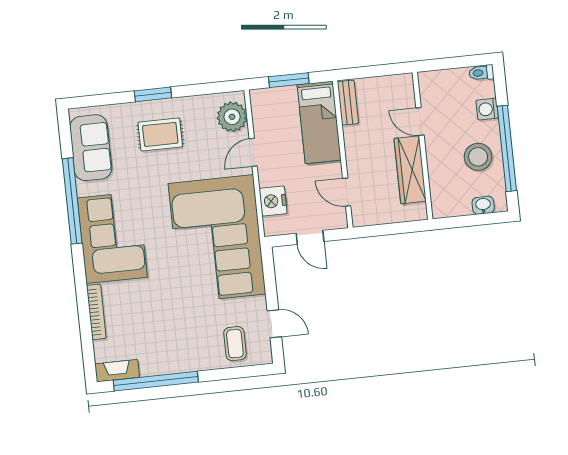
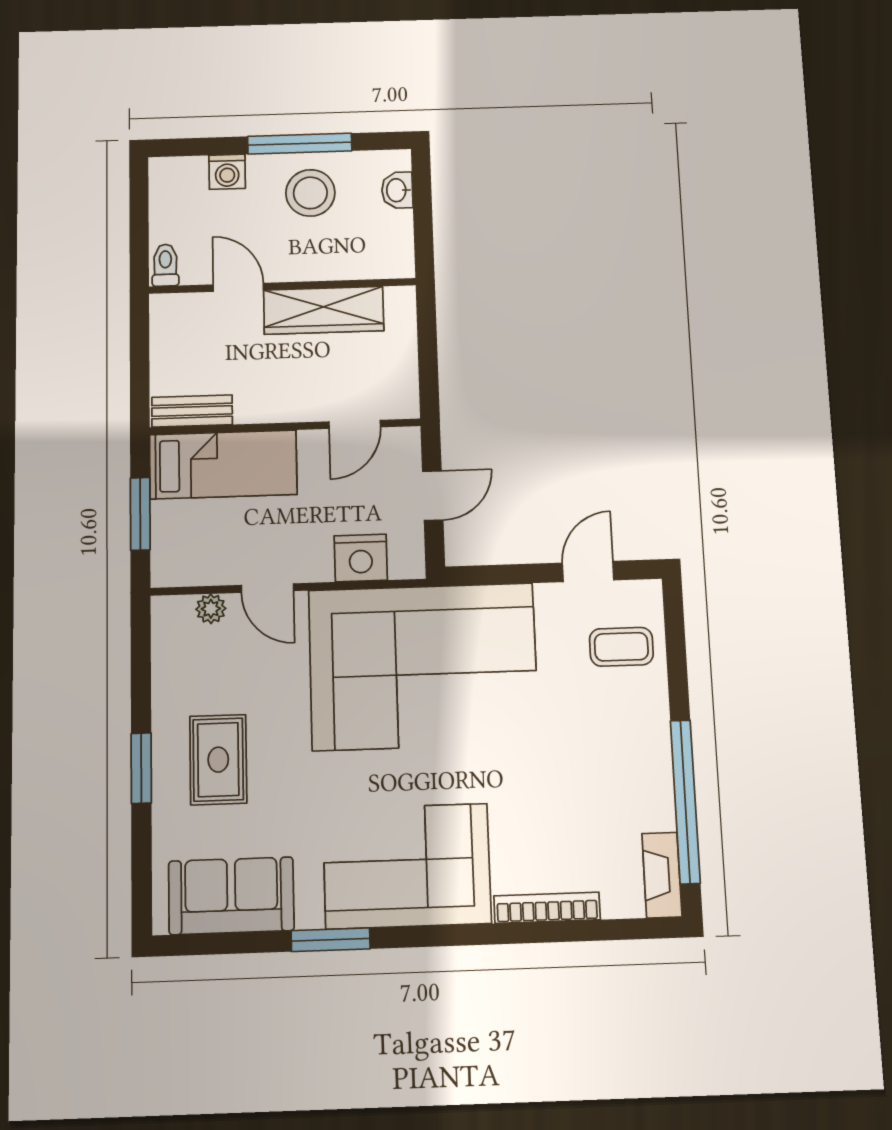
toilet: (481, 73) -> (165, 265), moved, turned 180
plant: (232, 117) -> (211, 609), width x0.53, depth x0.53
door: (420, 121) -> (238, 287), swing flipped
window: (507, 148) -> (300, 144), width x0.68
window: (72, 201) -> (331, 940), width x0.47

